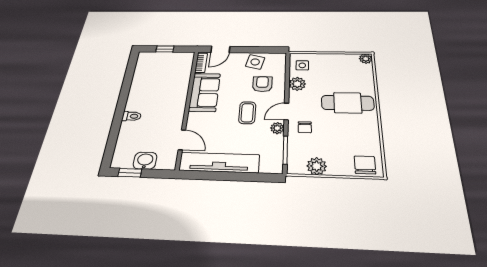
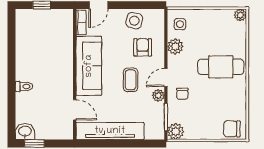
sofa: (205, 92) -> (89, 66), width x1.36
washbasin: (145, 161) -> (25, 132), moved
chair: (365, 165) -> (232, 129), turned -90
plant: (317, 166) -> (176, 131), moved

